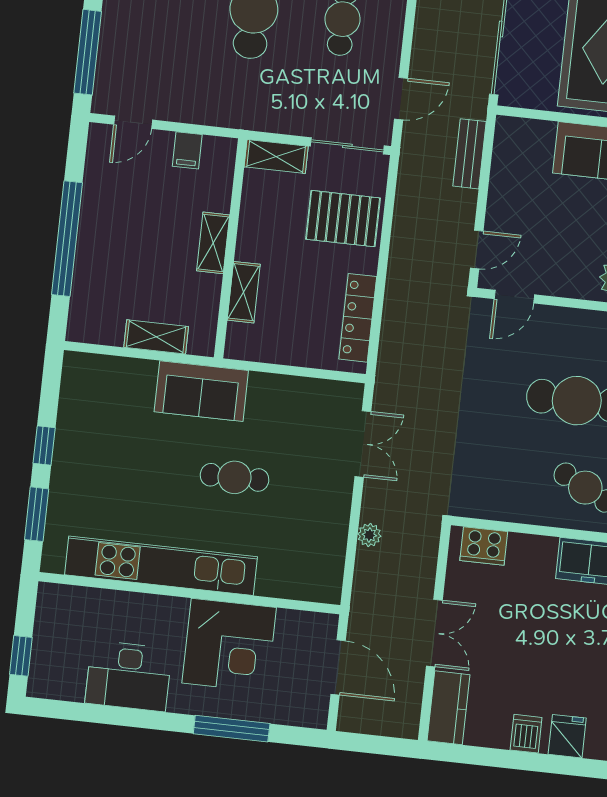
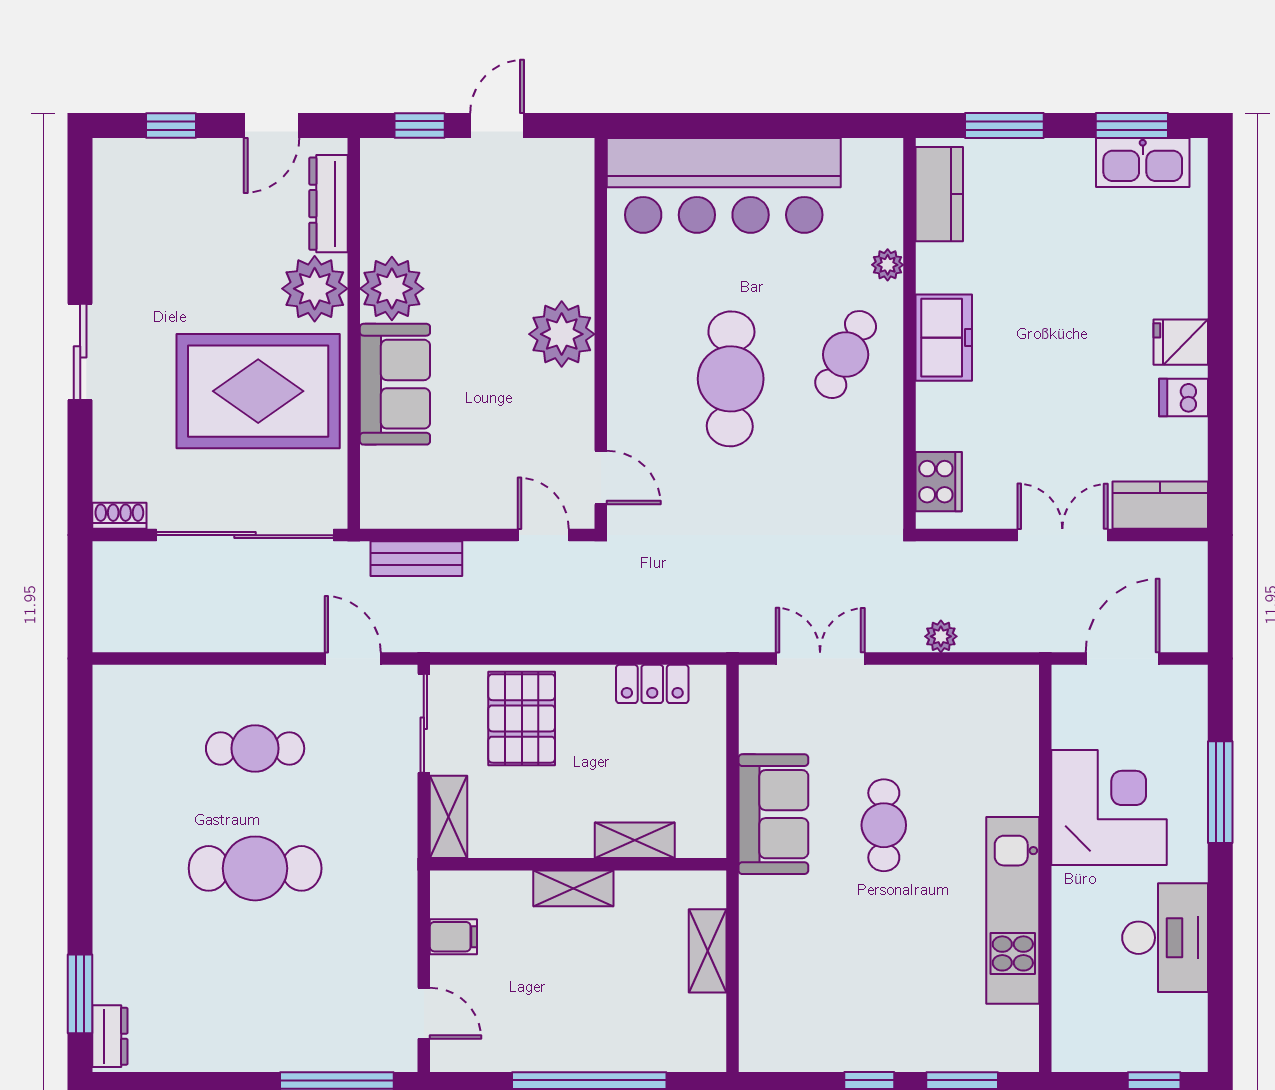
locker: (358, 318) -> (652, 684), width x0.66
sofa: (201, 391) -> (773, 814), moved
kitchen unit: (161, 566) -> (1013, 910), width x0.73

